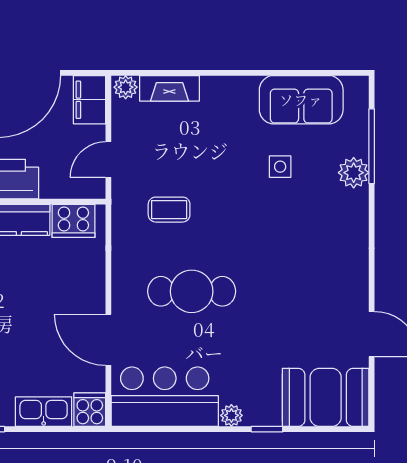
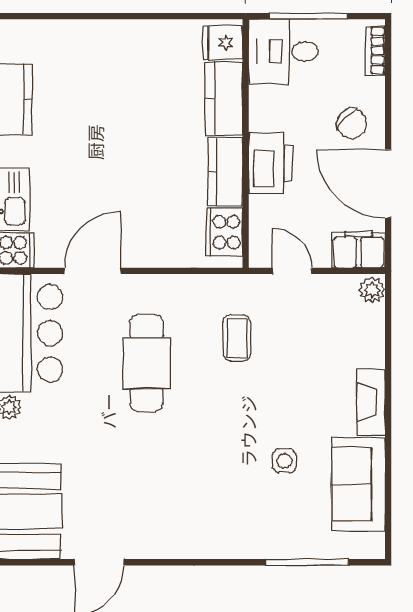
fireplace: (169, 88) -> (371, 402), moved
plant: (354, 173) -> (278, 542), removed

